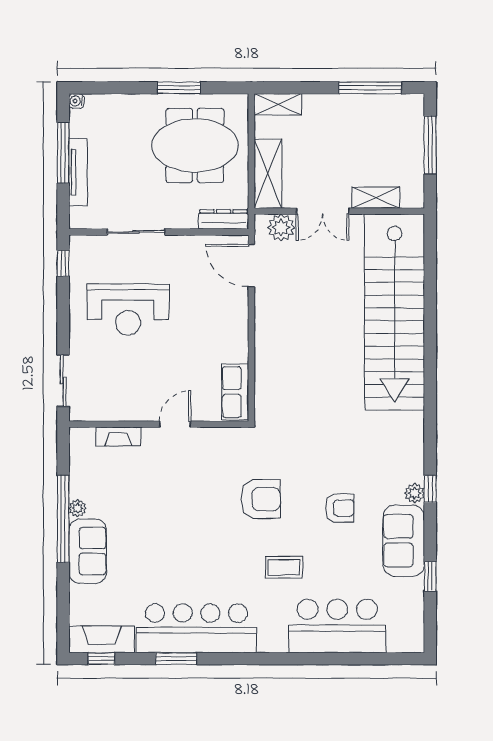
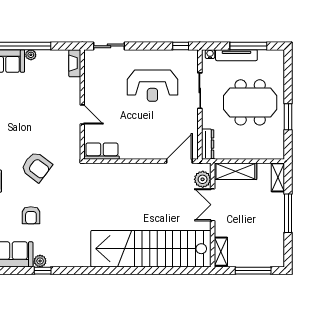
window: (370, 88) -> (288, 213), moved
water cooler: (76, 101) -> (210, 54), moved
meeting table: (195, 145) -> (250, 102), moved, turned 90
shelving: (376, 198) -> (221, 252), moved
reception desk: (128, 309) -> (152, 86), turned -90
fireplace: (118, 436) -> (75, 63), moved
armchair: (261, 499) -> (36, 167), turned -53

